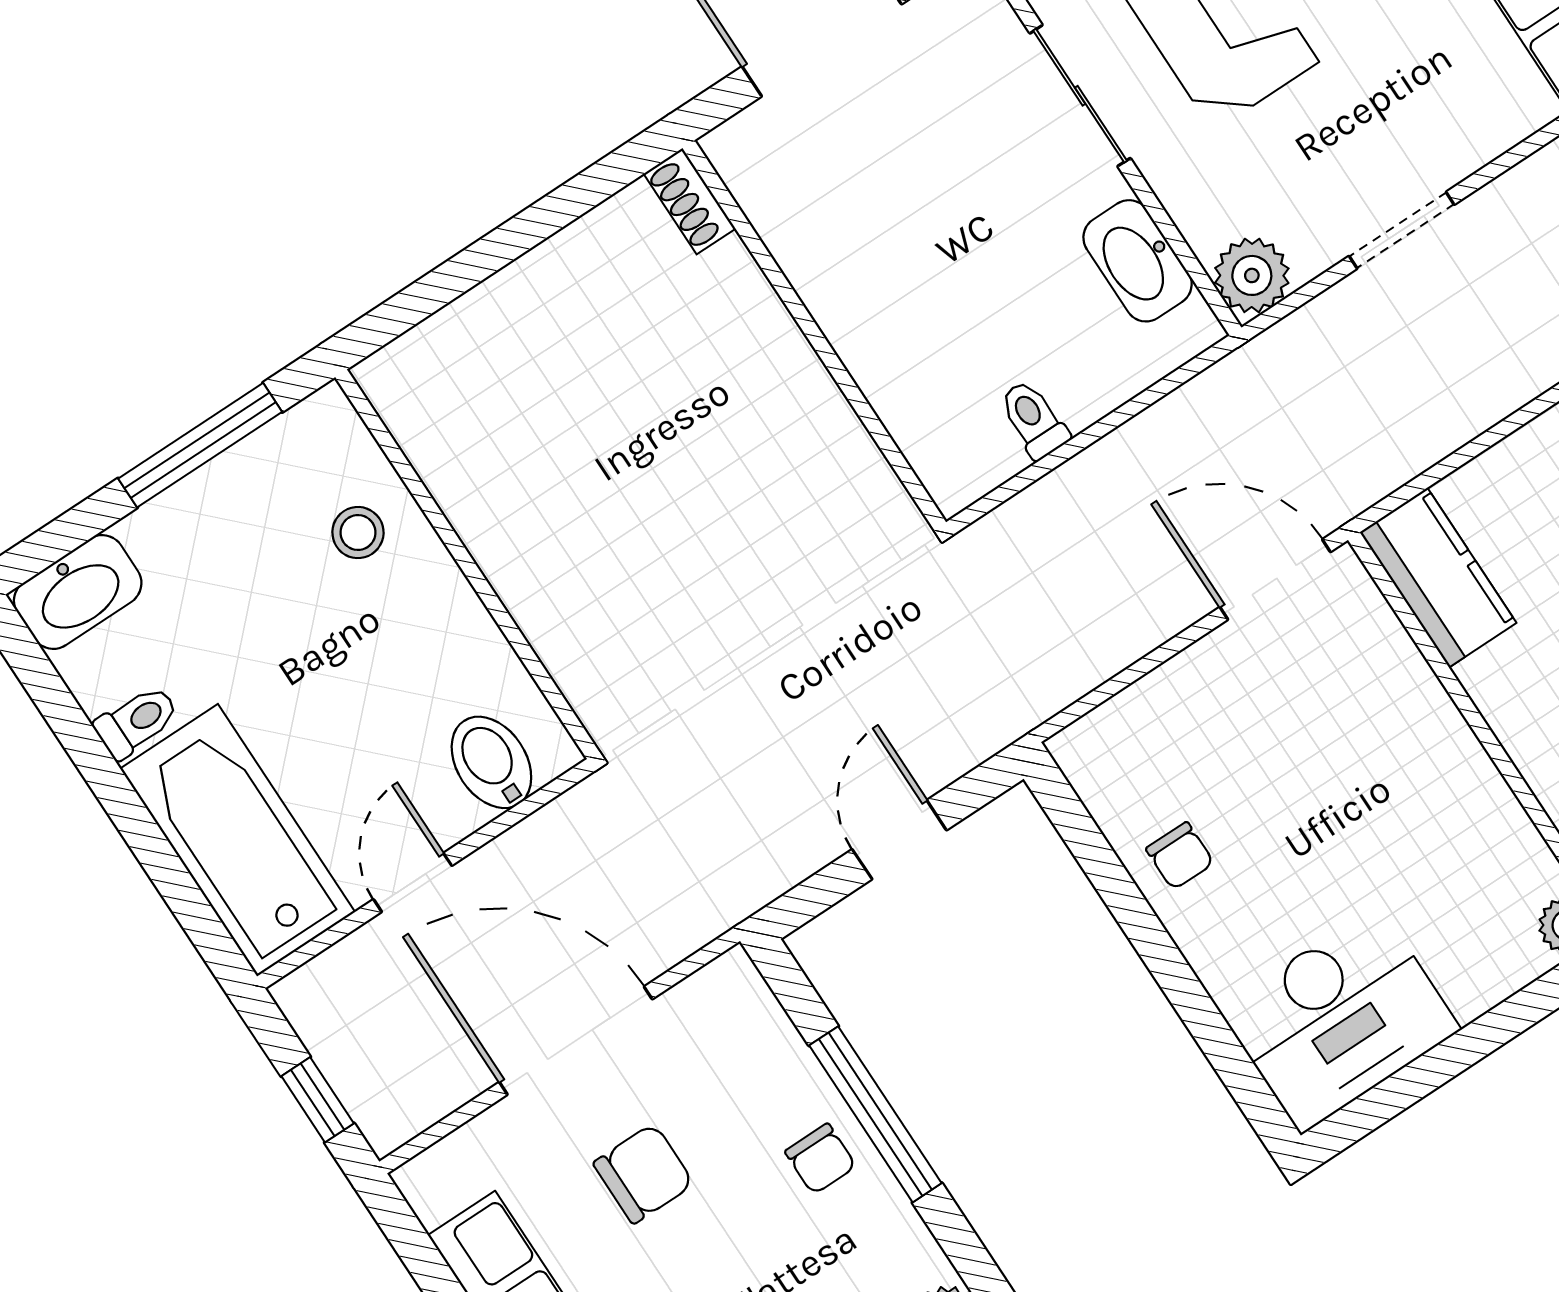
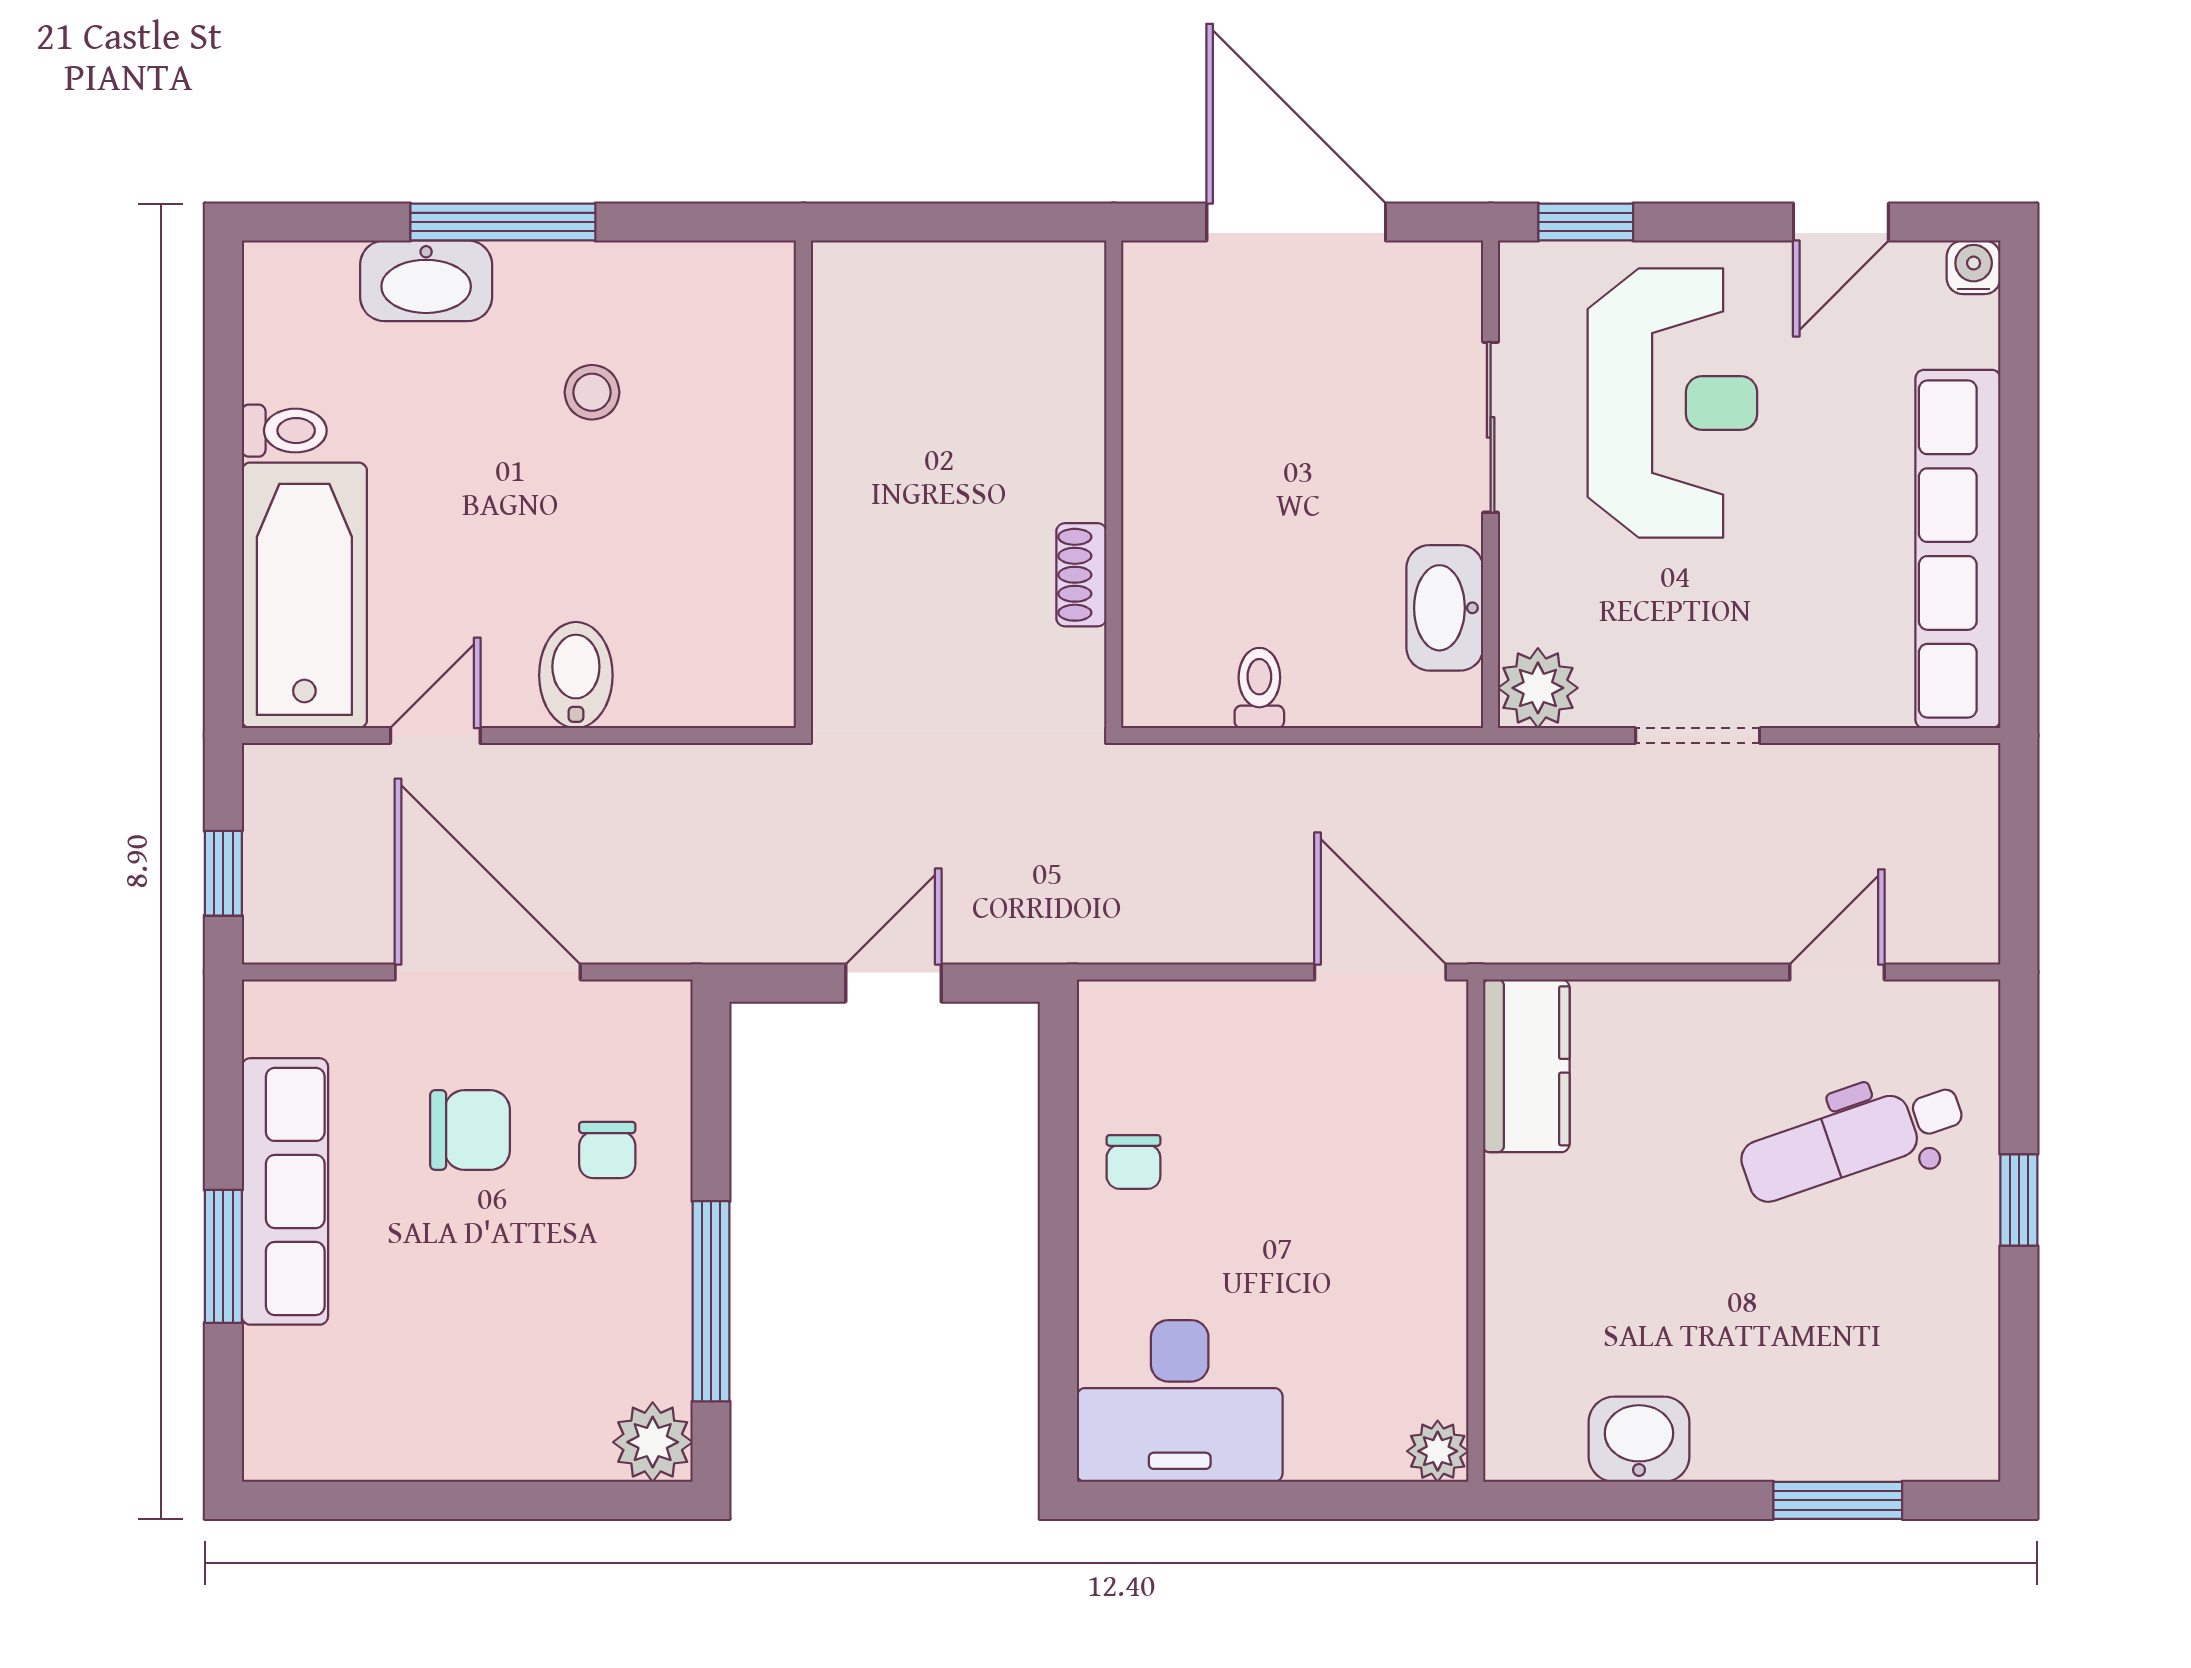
shoe rack: (690, 201) -> (1081, 575), moved
wall: (467, 564) -> (803, 484), moved
washbasin: (78, 592) -> (426, 281), moved
window: (875, 1114) -> (711, 1301), moved
chair: (821, 1159) -> (607, 1150), moved

